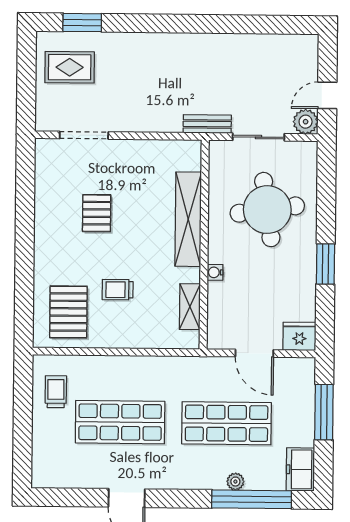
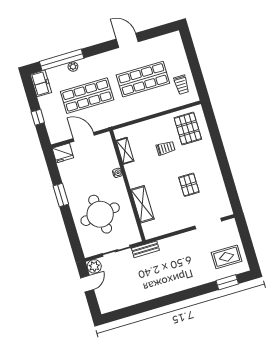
shelving: (188, 219) -> (142, 204), width x0.68
window: (324, 412) -> (38, 117), width x0.46

